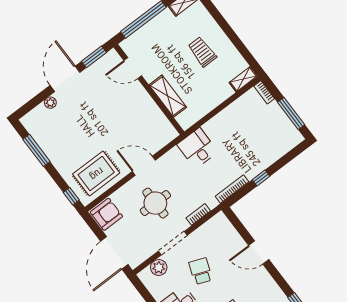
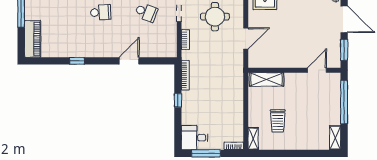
trolley: (202, 52) -> (278, 121), moved, turned 90
shelving: (168, 96) -> (266, 79), moved
desk: (197, 148) -> (195, 138), moved, turned 180
door: (144, 166) -> (246, 38), moved

